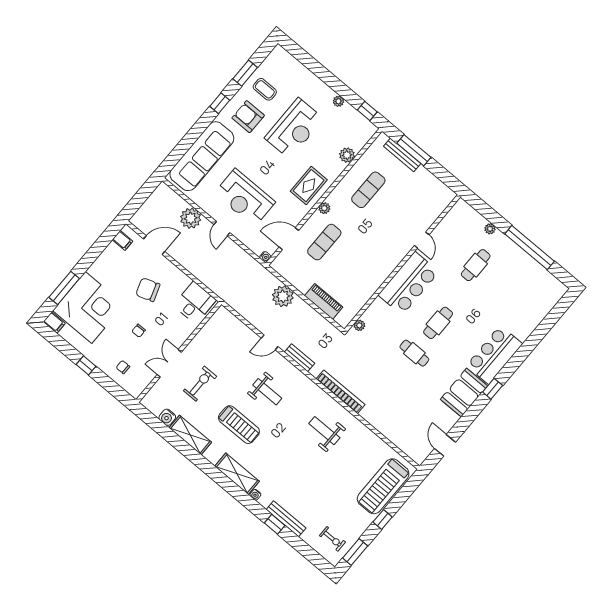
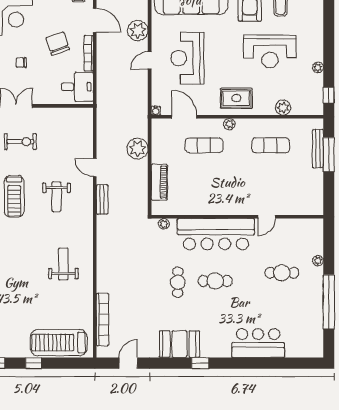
bookcase: (176, 272) -> (89, 53), added
bar counter: (409, 283) -> (216, 234), width x1.36
bar counter: (494, 355) -> (258, 343), moved
bookcase: (341, 392) -> (102, 320), moved

